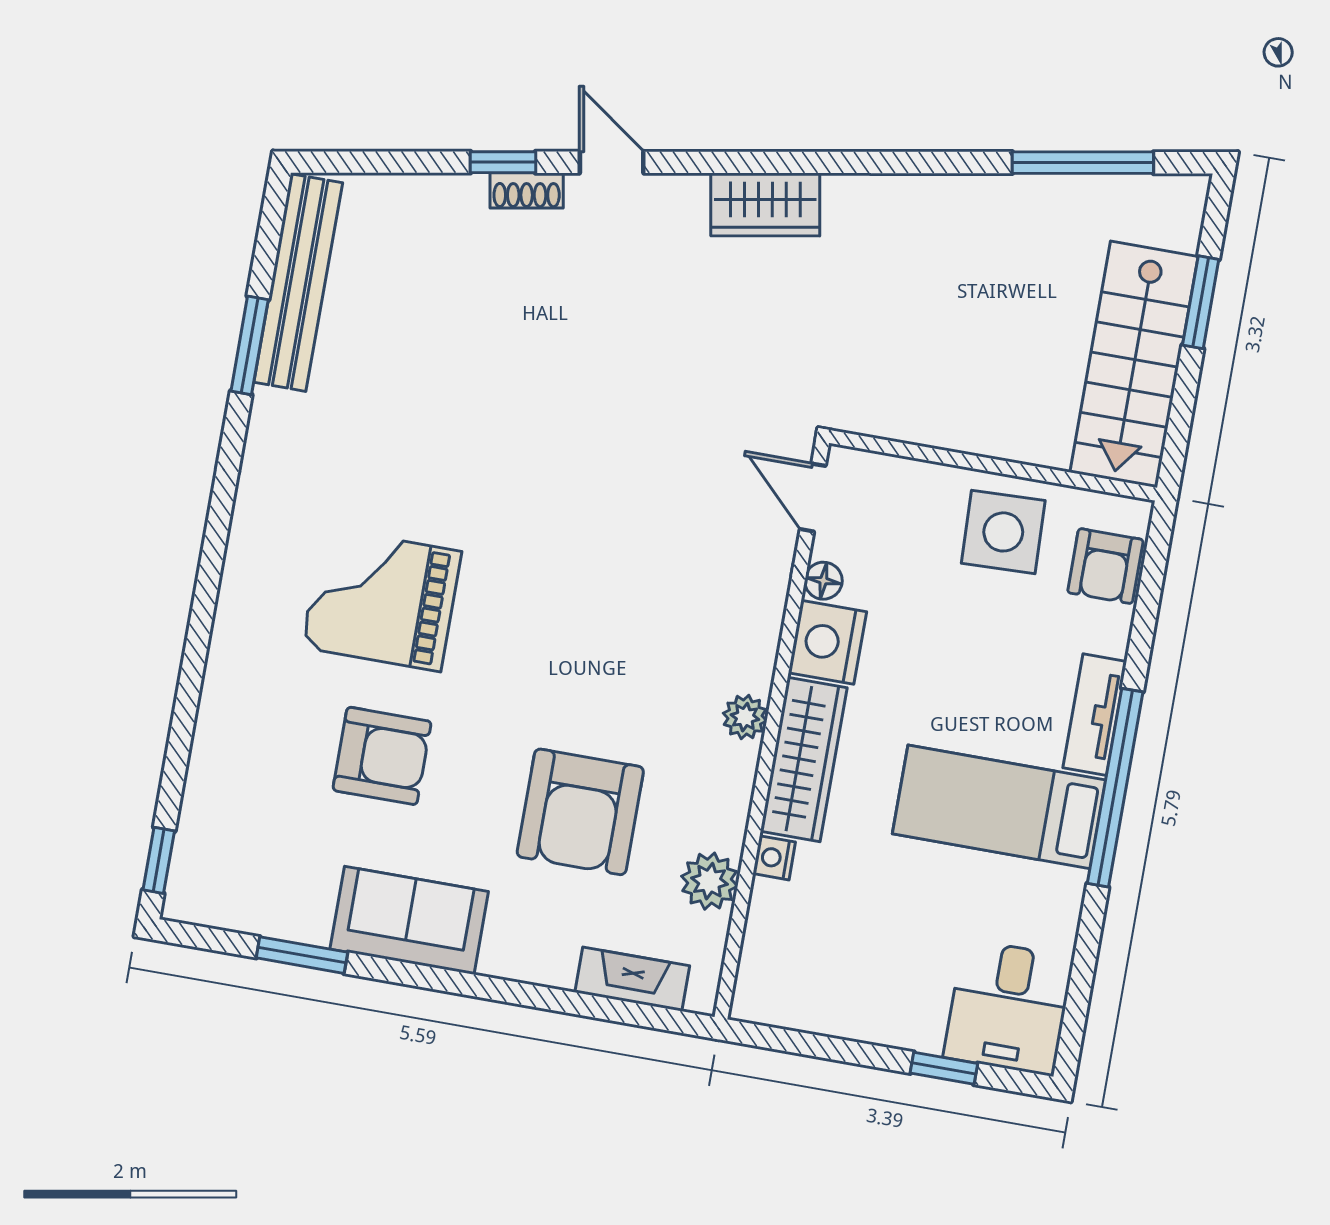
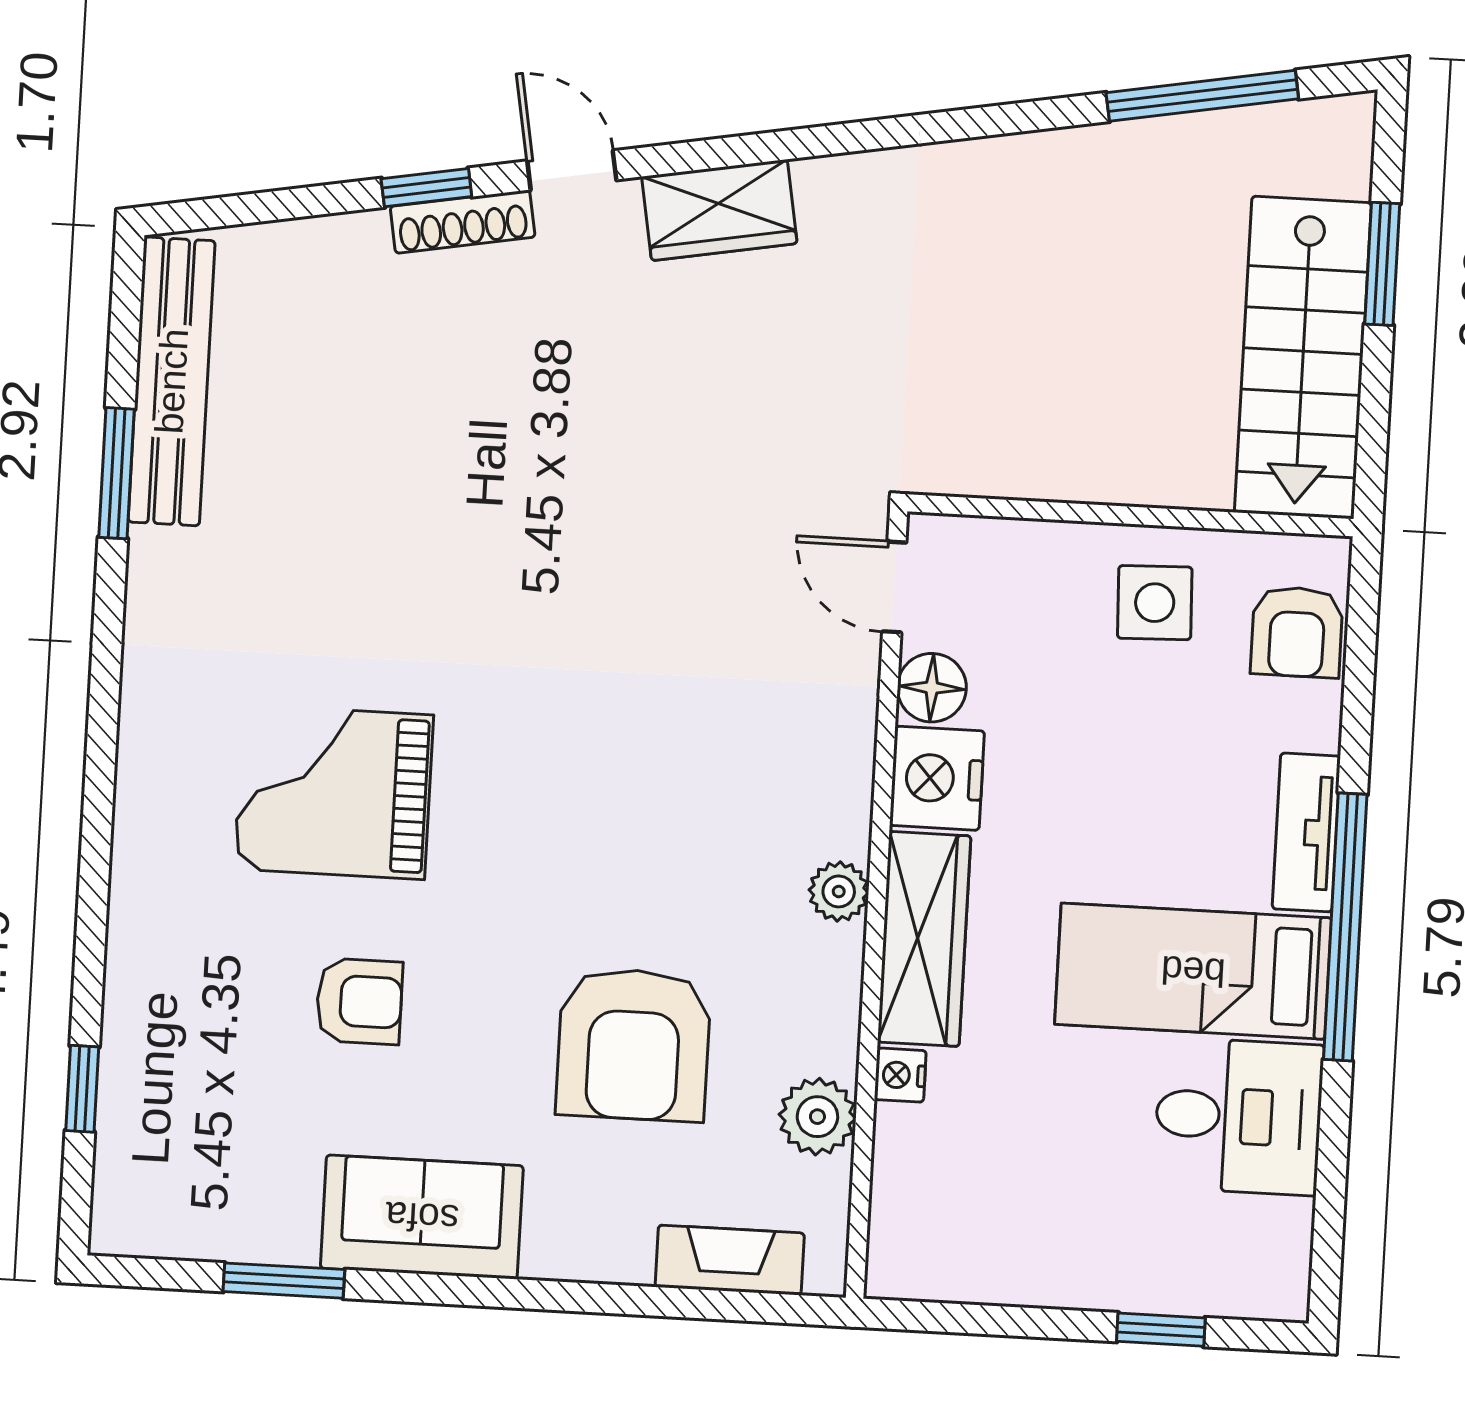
shoe rack: (527, 190) -> (463, 222), width x1.43
wardrobe: (765, 204) -> (719, 210), moved
side table: (1003, 532) -> (1155, 603), width x0.73, depth x0.73
floor lamp: (823, 581) -> (932, 688), width x1.37, depth x1.37
armchair: (382, 756) -> (359, 1001), width x0.72, depth x0.72
window: (159, 860) -> (82, 1089), moved
desk: (1009, 1007) -> (1239, 1116), moved, turned -90

